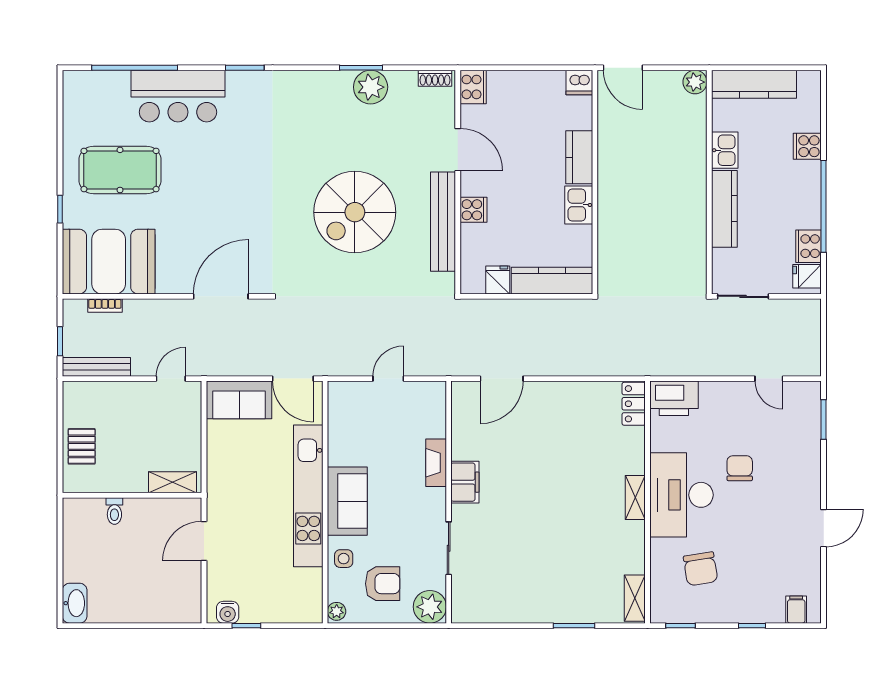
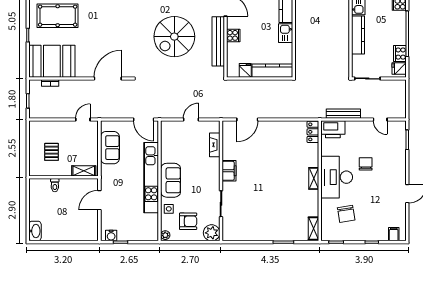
bench: (96, 367) -> (343, 114), moved
sofa: (239, 400) -> (110, 148), moved, turned -90
pallet: (82, 446) -> (52, 152), moved
fireplace: (436, 463) -> (215, 145), moved

